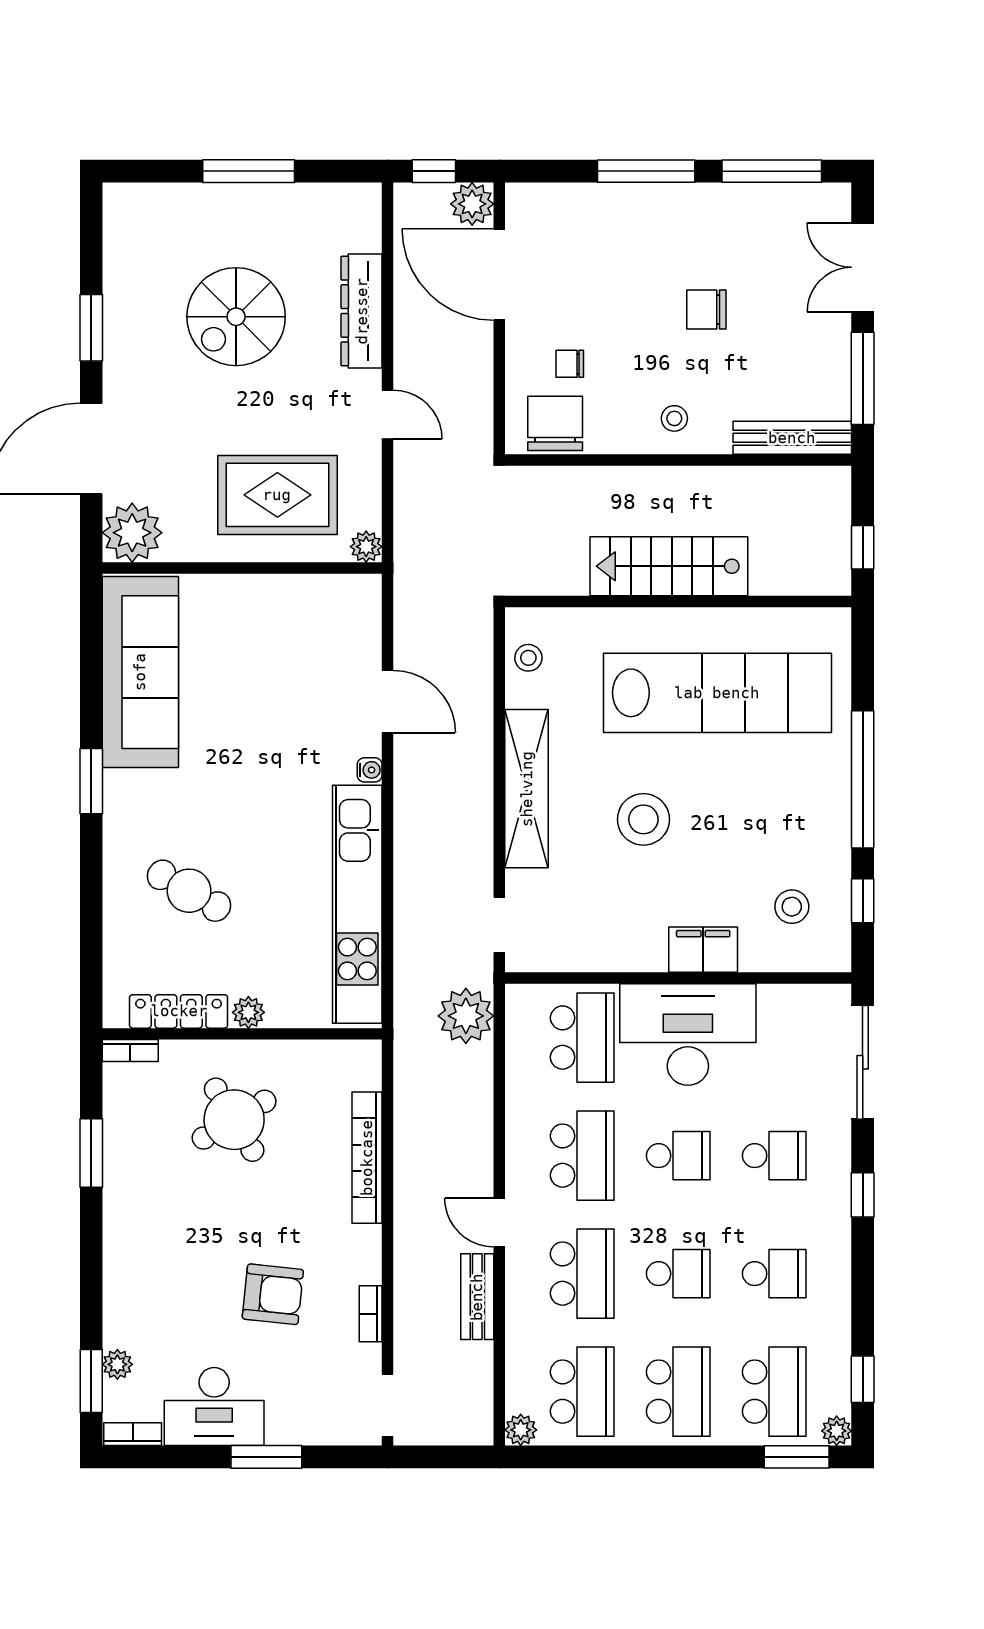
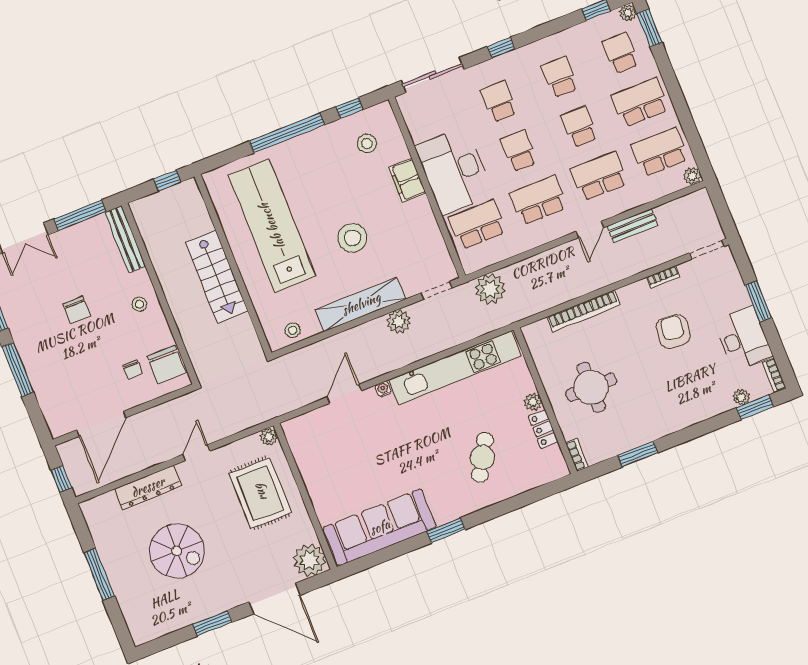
plant: (472, 204) -> (399, 322), moved
chair: (555, 423) -> (166, 365), turned -90
locker: (179, 1011) -> (543, 429), width x0.66
round table: (234, 1120) -> (591, 387), turned 31
school desk: (774, 1392) -> (621, 53), width x0.54

